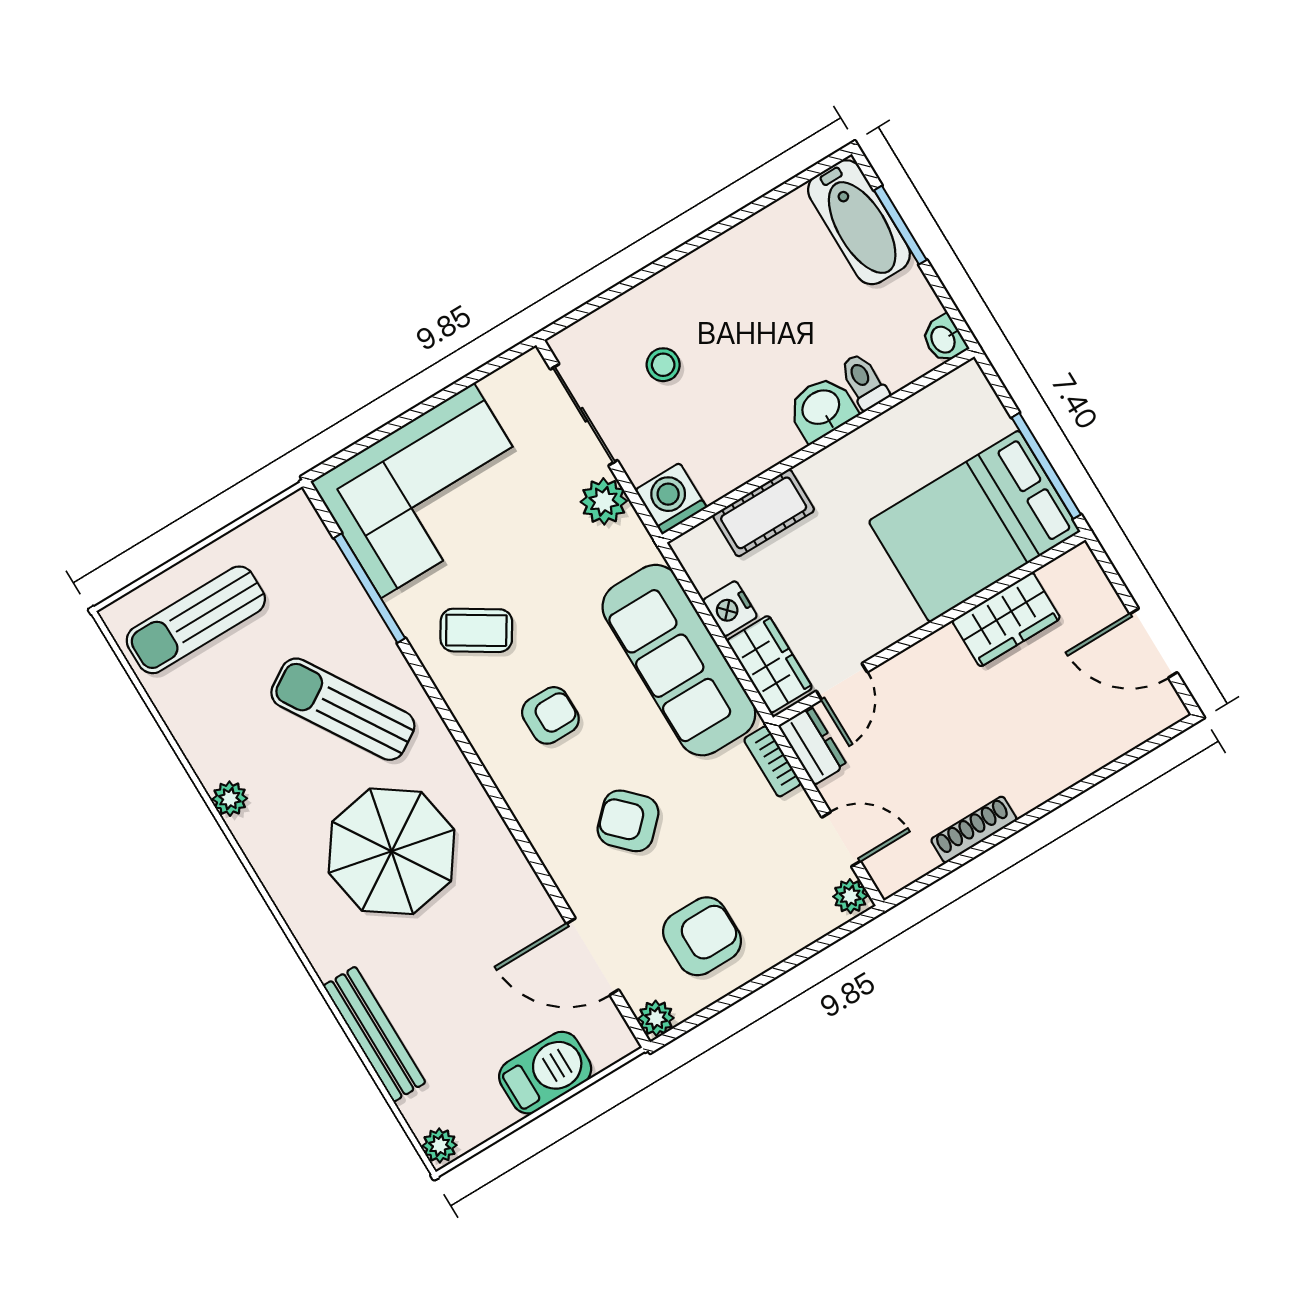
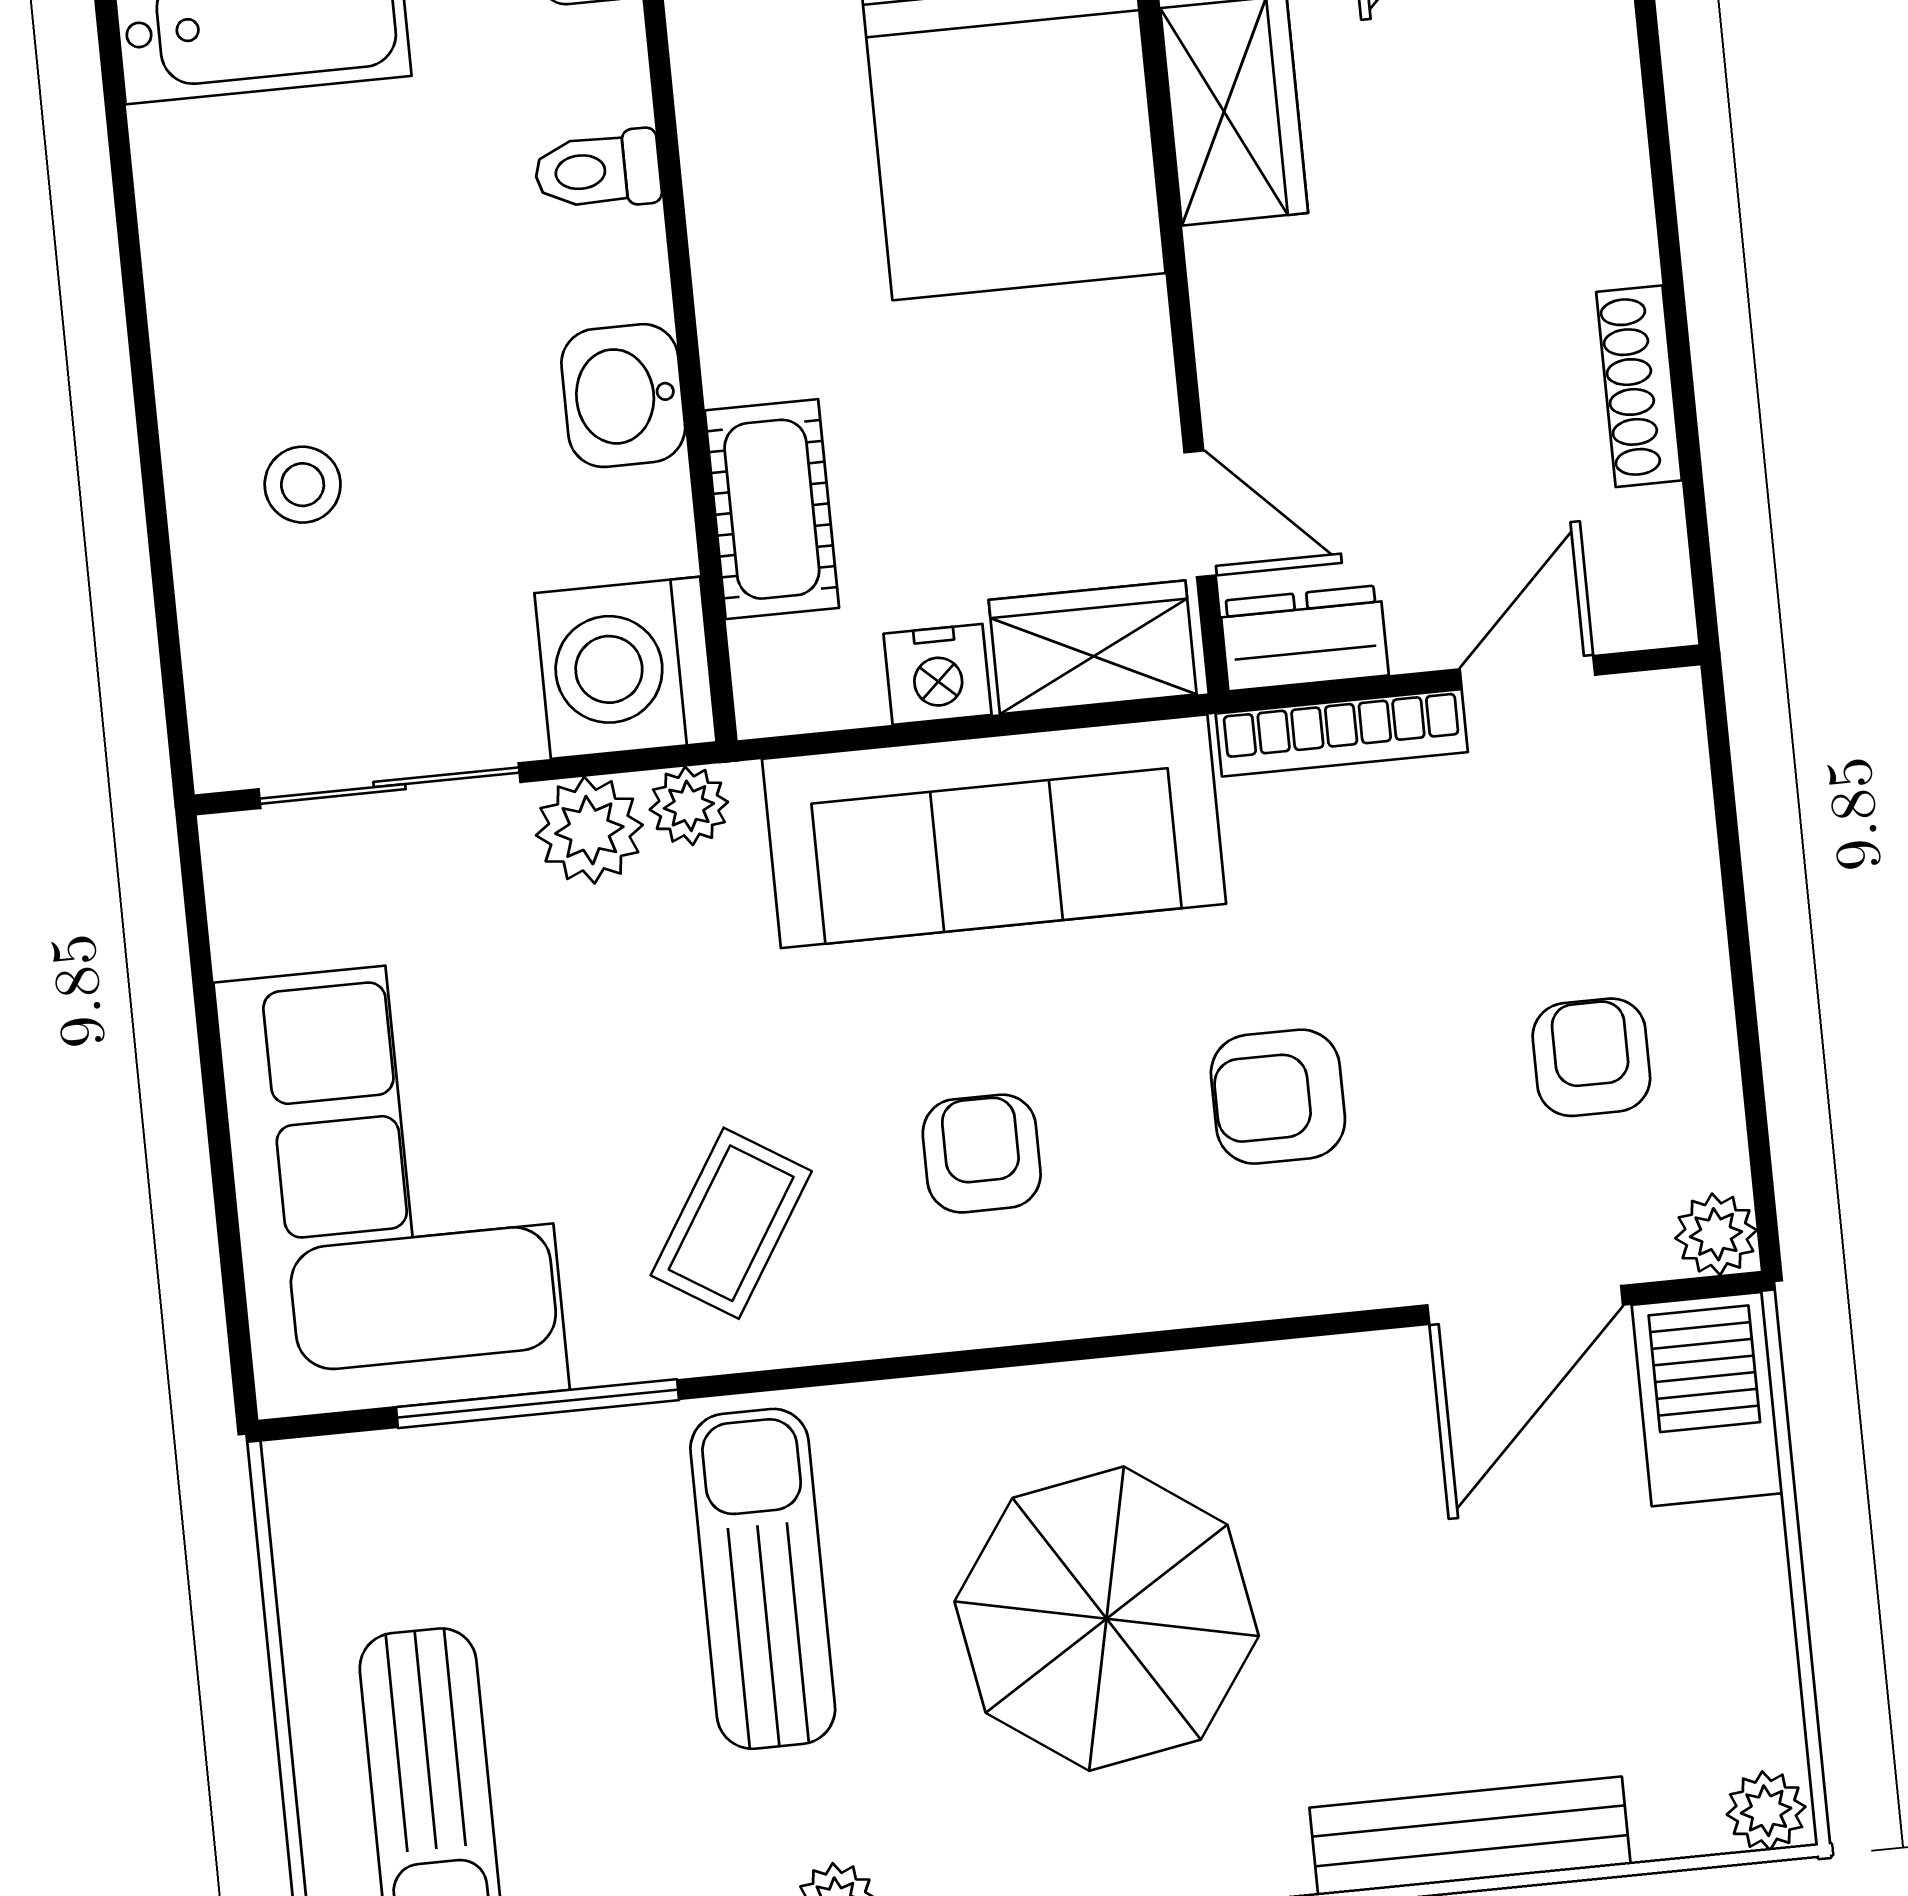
stool: (663, 365) -> (303, 485), moved
washbasin: (822, 408) -> (623, 396), moved
washing machine: (671, 499) -> (626, 668), width x1.37, depth x1.37
sun lounger: (343, 709) -> (763, 1579), turned 122
bookcase: (772, 761) -> (1342, 733), width x1.56
armchair: (628, 821) -> (1278, 1097), turned 45
plant: (850, 896) -> (689, 806), moved
armchair: (702, 936) -> (1591, 1057), width x0.72, depth x0.72
barbecue: (545, 1073) -> (1707, 1399), moved

